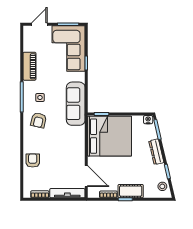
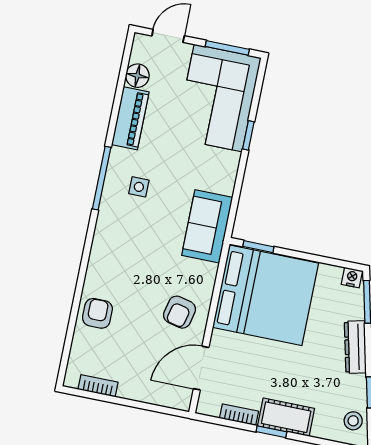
floor lamp: (29, 46) -> (137, 76), added
sofa: (76, 104) -> (207, 226), width x0.73
armchair: (39, 120) -> (180, 312), moved
door: (86, 176) -> (201, 368), swing flipped
tv unit: (67, 193) -> (155, 395), removed

